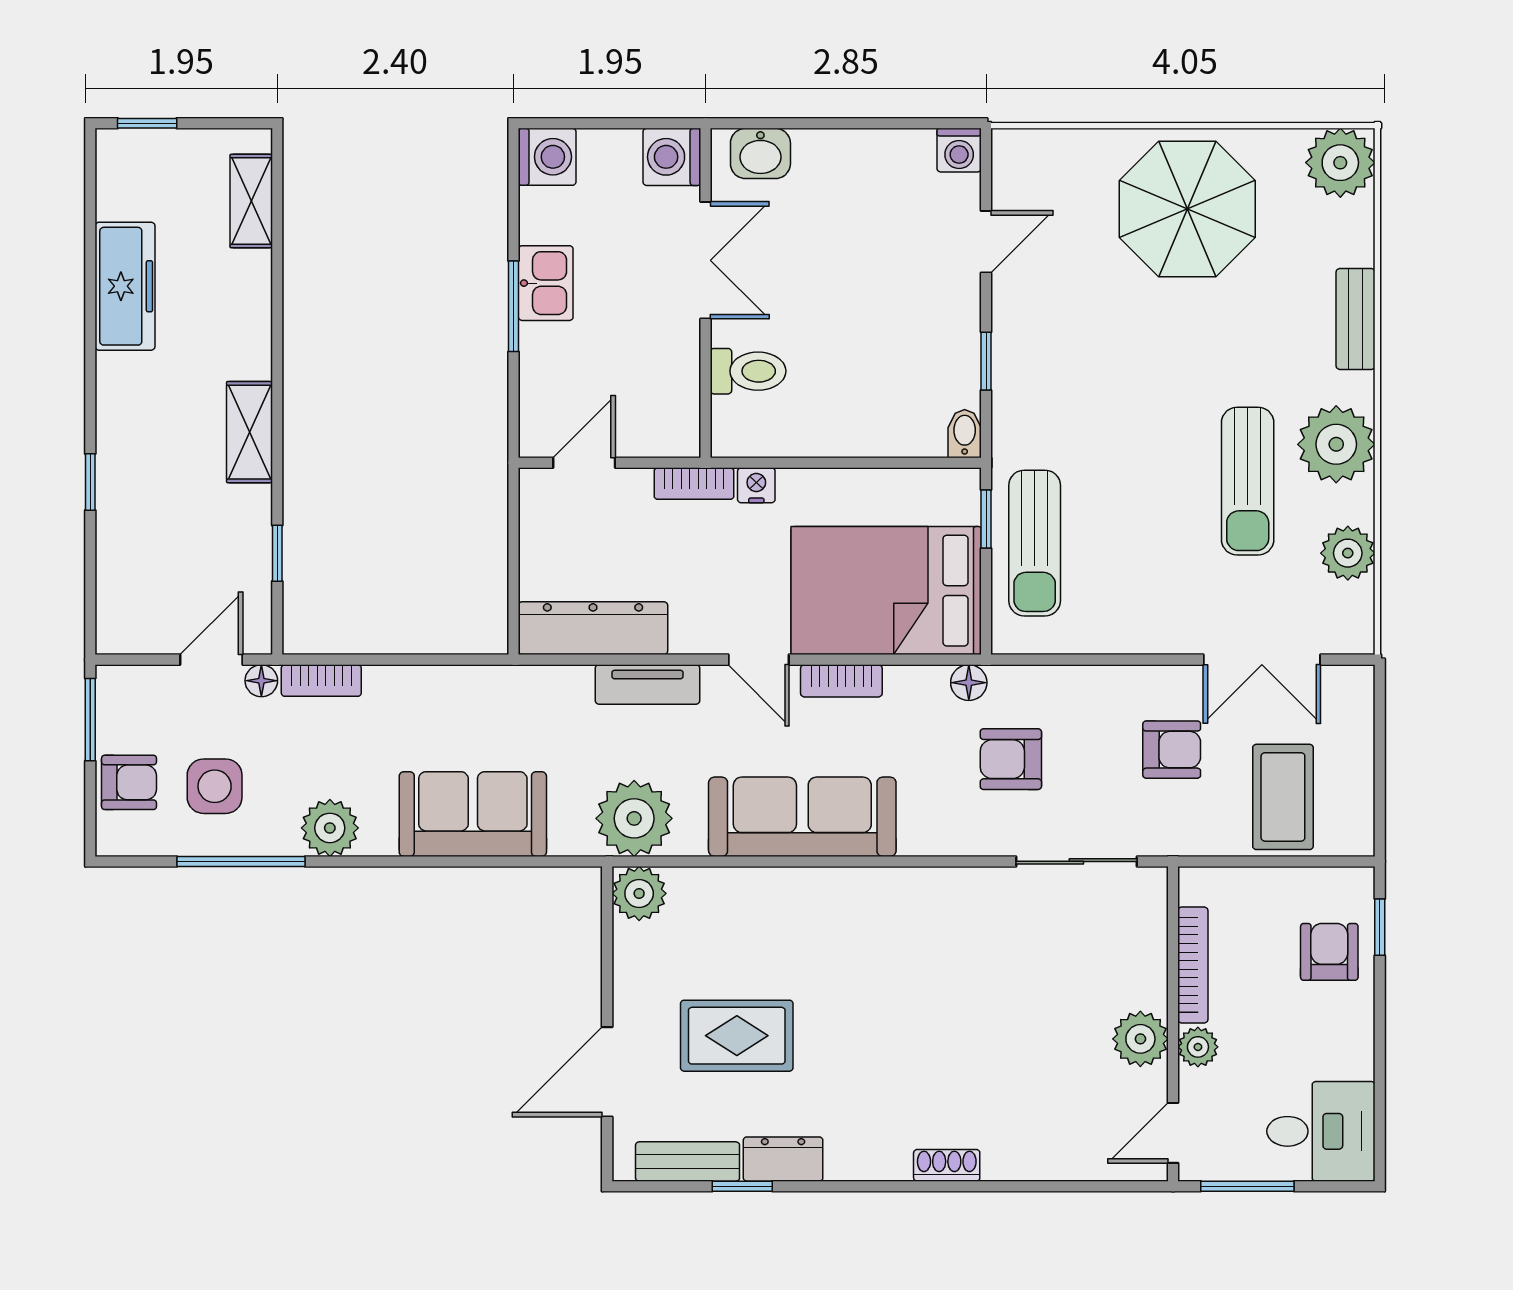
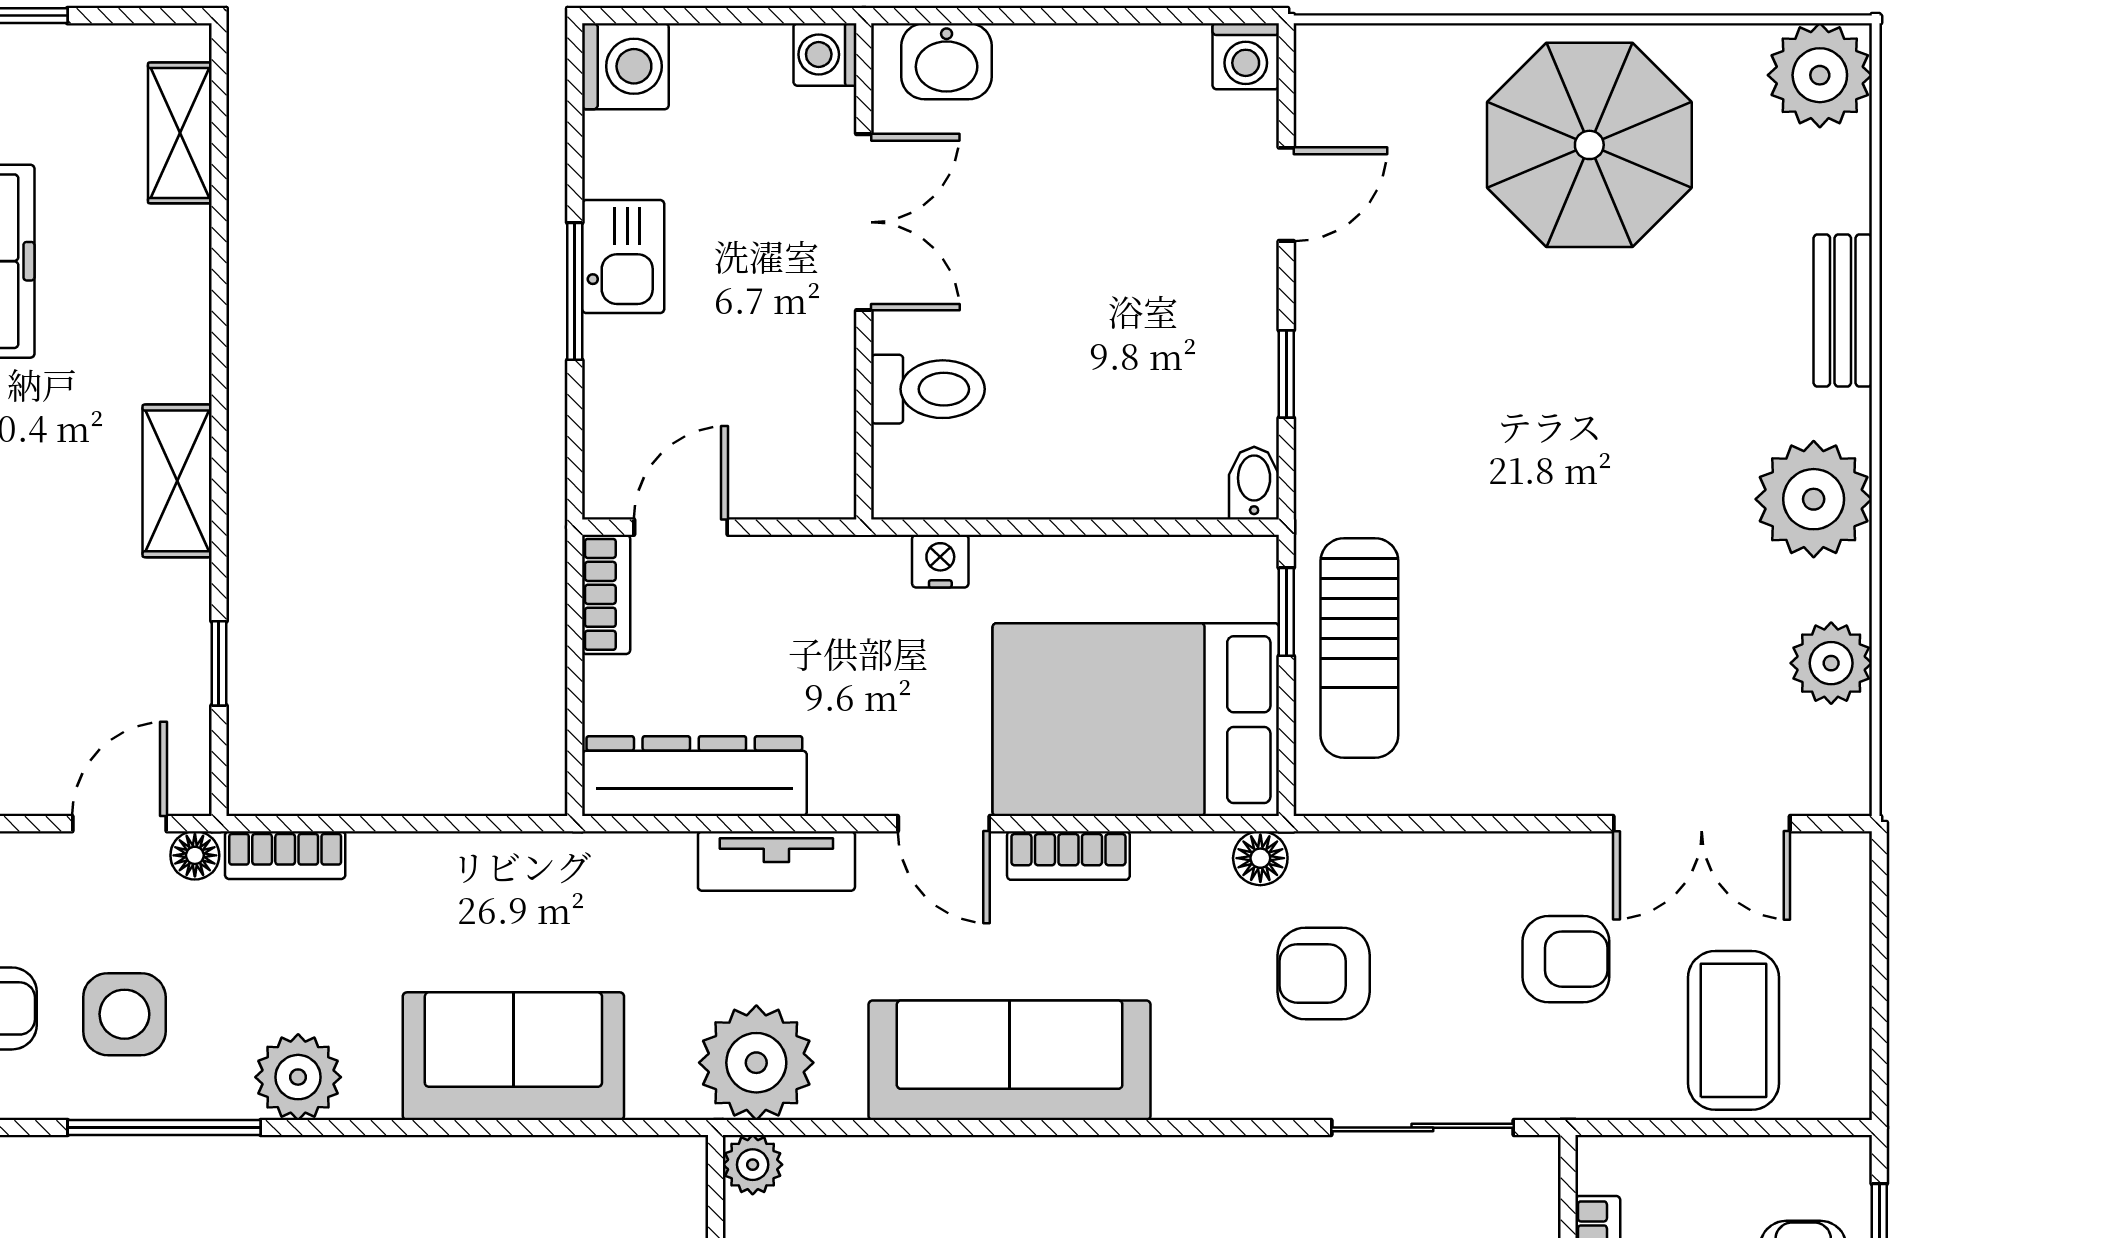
washing machine: (672, 157) -> (825, 54), width x0.73, depth x0.73
sun lounger: (1248, 481) -> (1680, 555), removed
bookcase: (694, 484) -> (606, 594), moved, turned -90
plant: (639, 893) -> (753, 1165), width x0.73, depth x0.73

